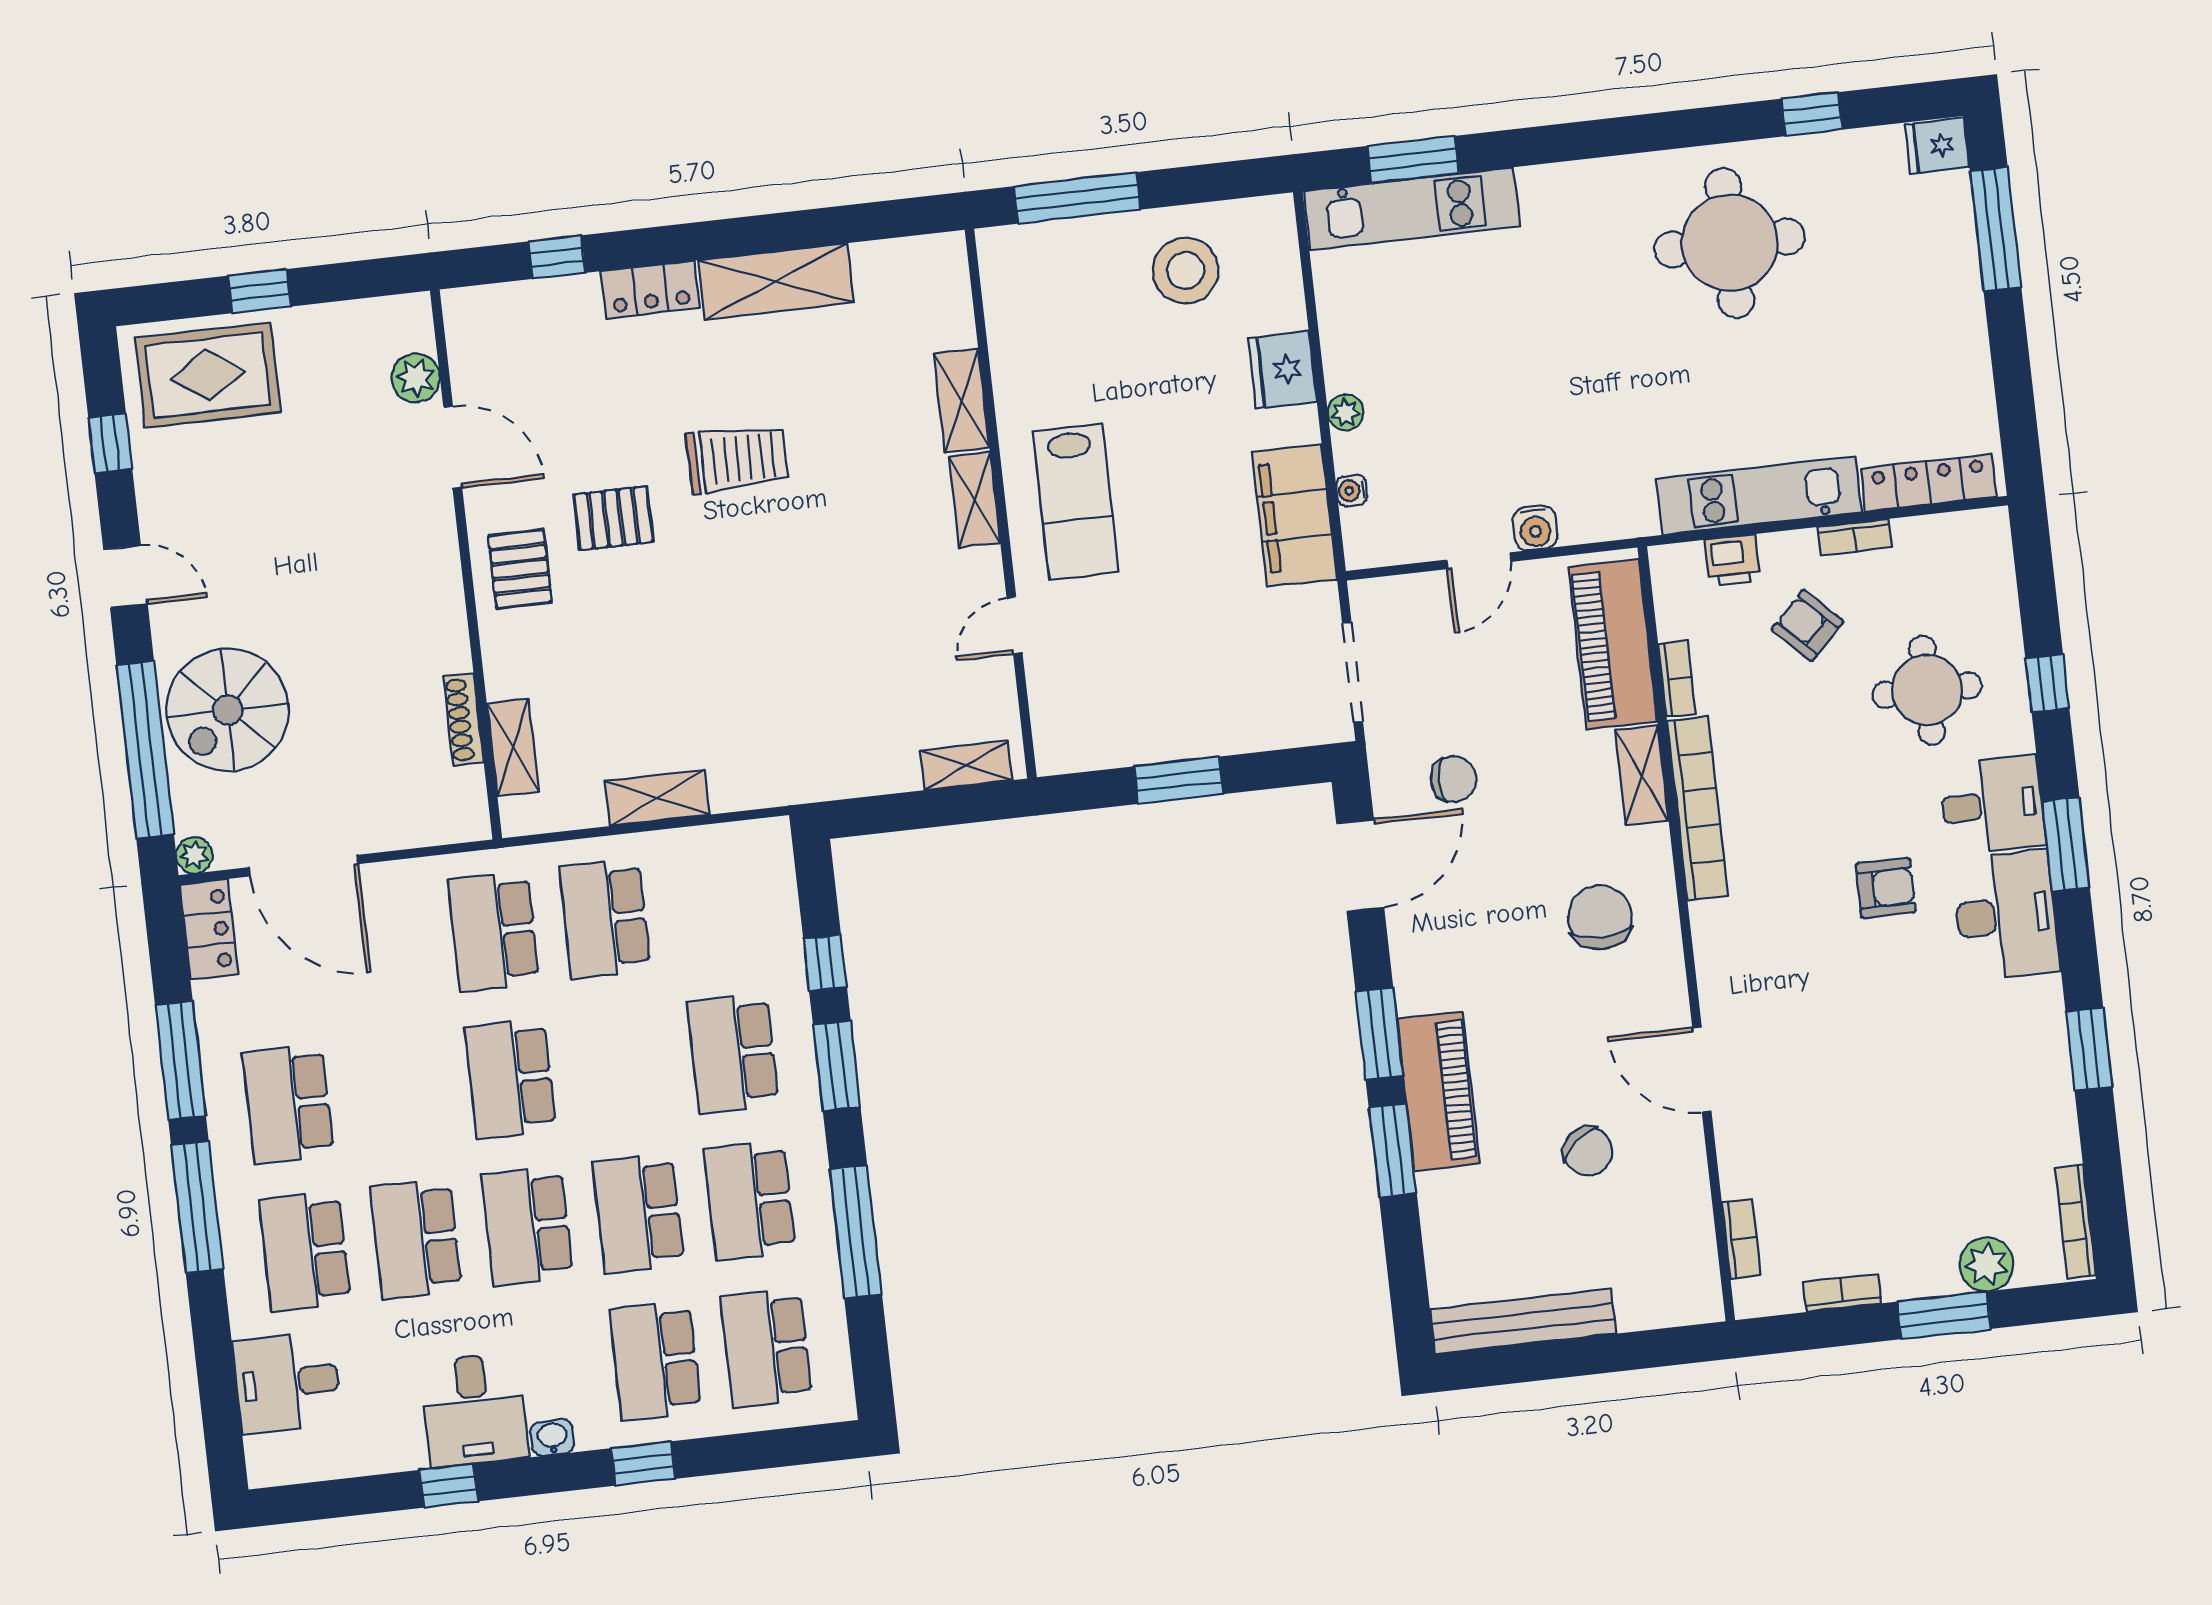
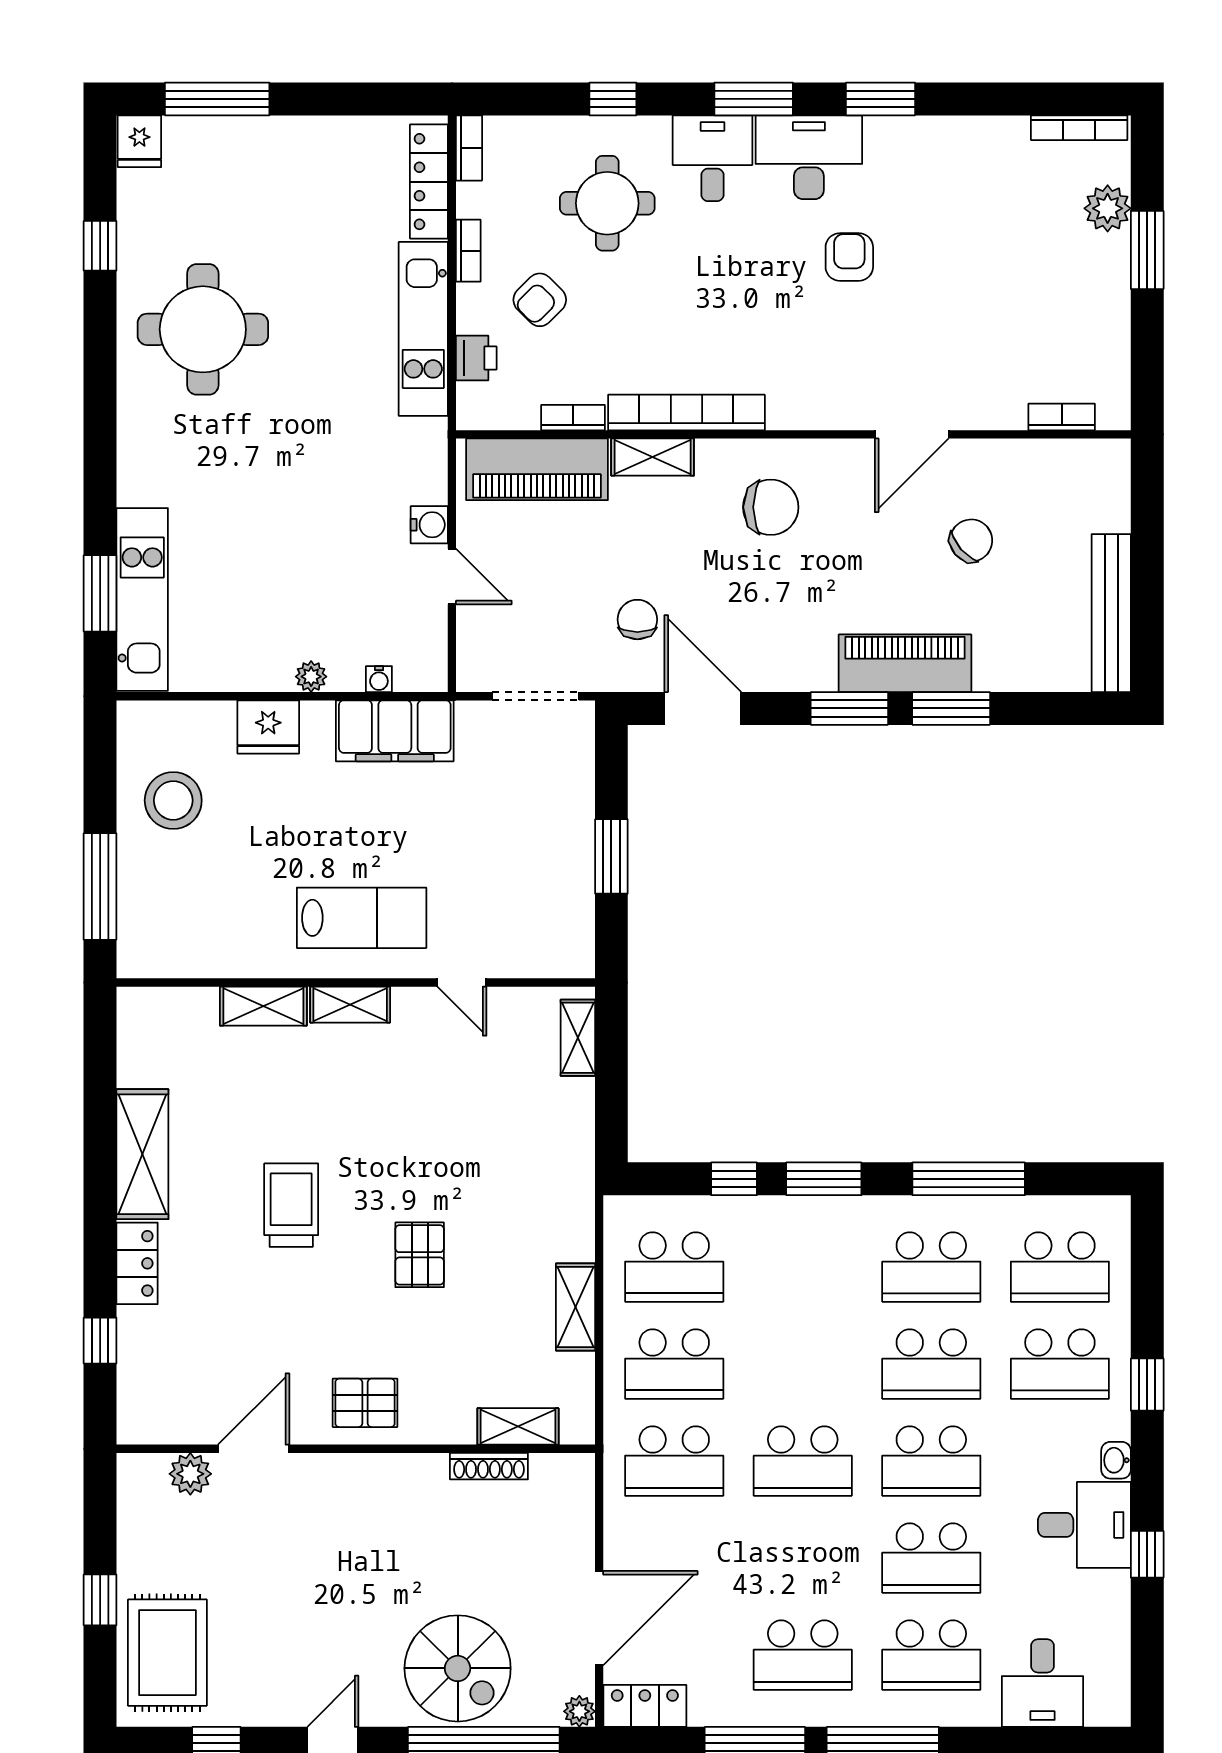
pallet: (613, 518) -> (420, 1255), moved
armchair: (1886, 888) -> (849, 257), moved
chair: (1600, 917) -> (771, 507), turned 180
window: (2089, 1049) -> (881, 99), moved
school desk: (733, 1053) -> (674, 1267), moved
bookcase: (1842, 1293) -> (469, 148), moved, turned 180

